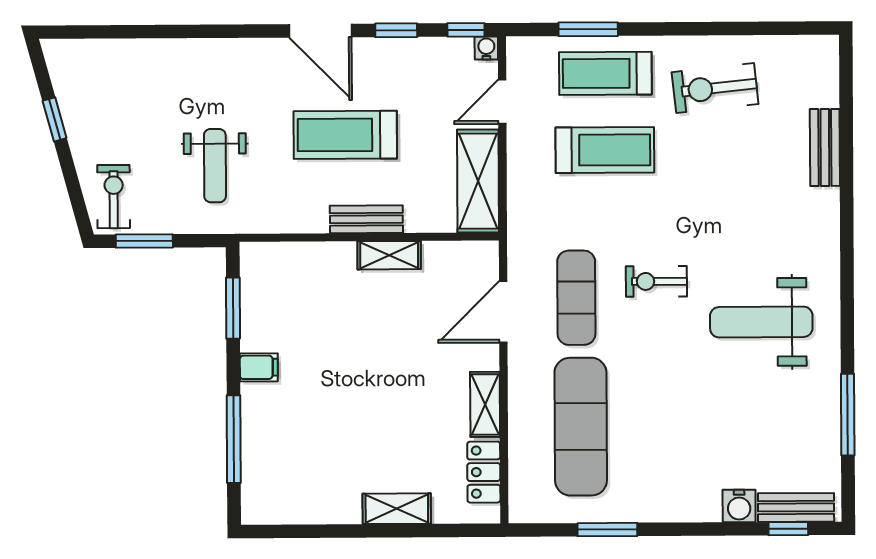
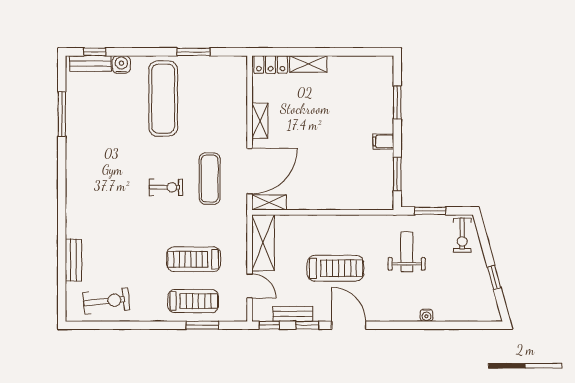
water cooler: (486, 48) -> (426, 315), moved
exercise bike: (715, 88) -> (106, 301), moved
door: (502, 102) -> (250, 286), hinge flipped
bench: (366, 219) -> (293, 314), moved
window: (144, 241) -> (430, 211), moved
shelving: (389, 255) -> (269, 202), moved
door: (503, 312) -> (250, 171), width x1.36
weight bench: (761, 322) -> (109, 165), removed
exercise mat: (581, 427) -> (163, 99), moved
window: (234, 439) -> (397, 102), width x0.69
locker: (484, 472) -> (271, 64), moved, turned 90

